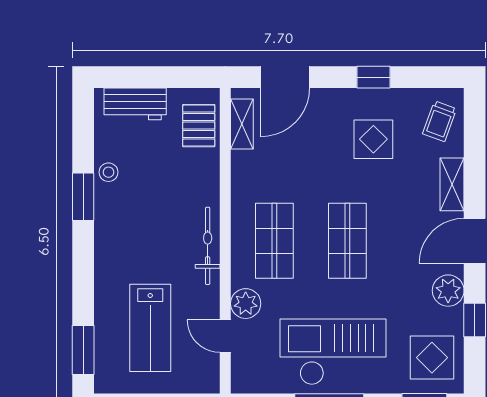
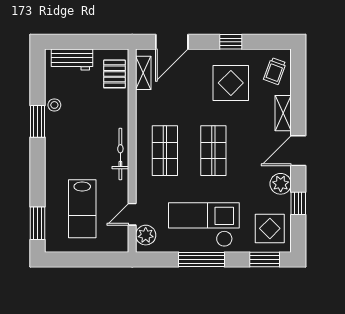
display table: (373, 139) -> (231, 83), width x1.36, depth x1.36
plant: (246, 304) -> (146, 235), moved
door: (225, 336) -> (132, 214), hinge flipped

